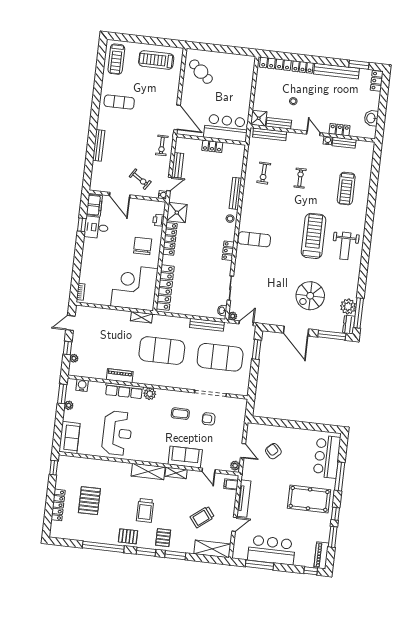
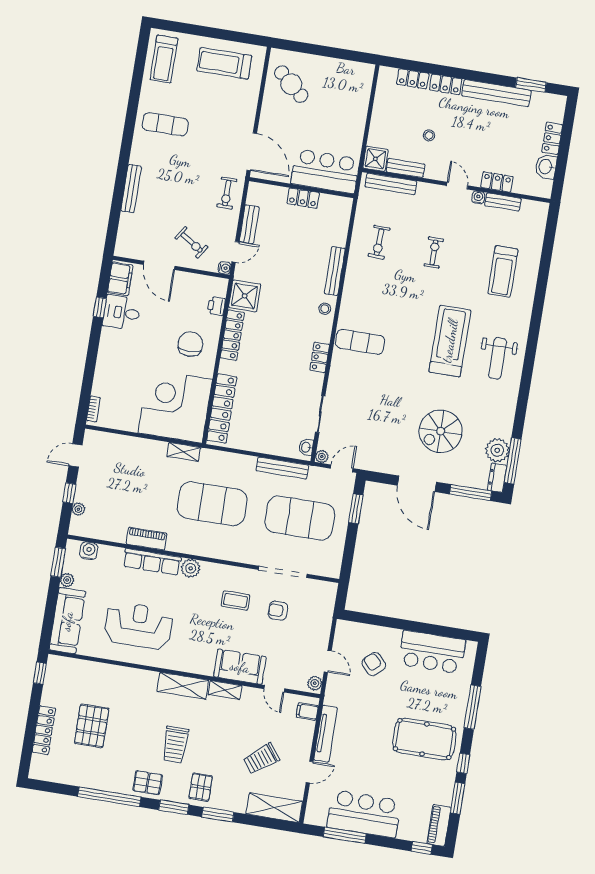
locker: (275, 64) -> (413, 79), width x0.66
locker: (377, 81) -> (552, 138), moved
reception desk: (117, 433) -> (139, 626), turned -90
sofa: (69, 438) -> (67, 621), width x1.36
bar counter: (327, 457) -> (432, 652), moved, turned -90

